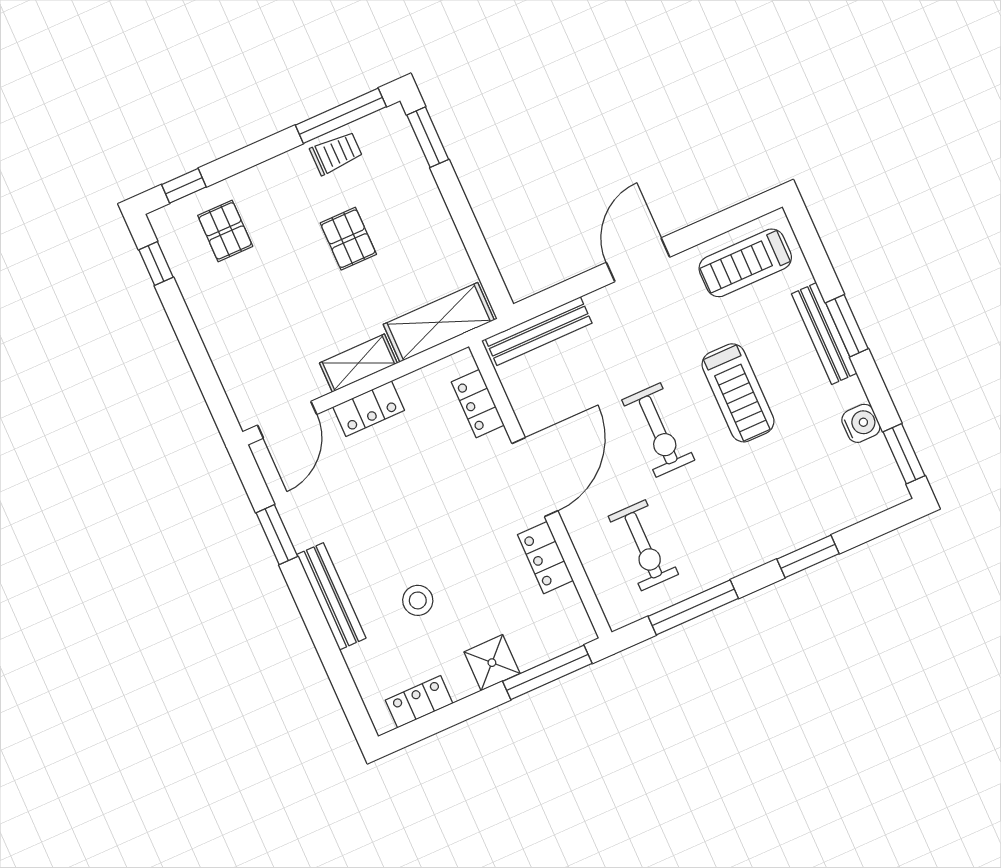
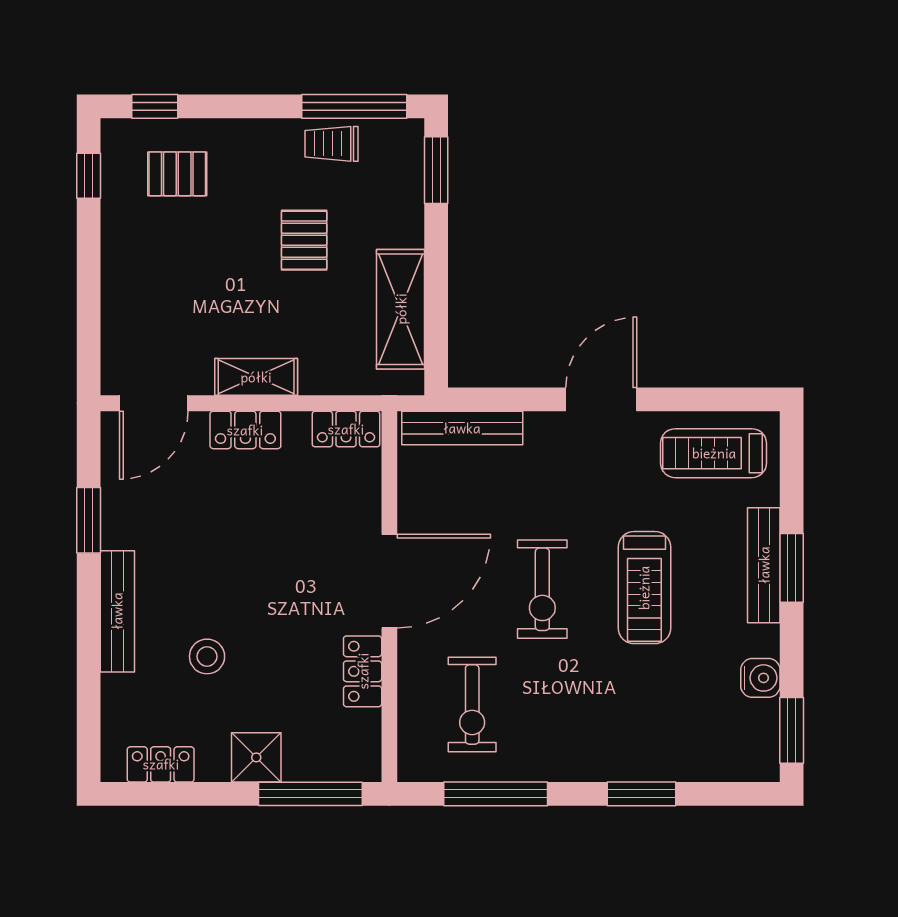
trolley: (336, 153) -> (332, 144), turned 180
pallet: (225, 231) -> (177, 174), turned 90
shelving: (439, 322) -> (401, 309), moved, turned 90
locker: (478, 404) -> (346, 429), moved, turned -90

